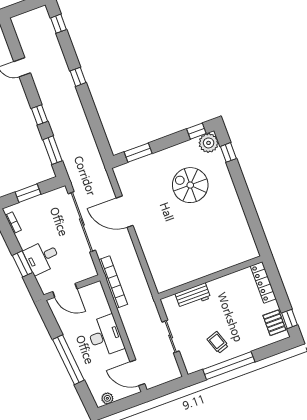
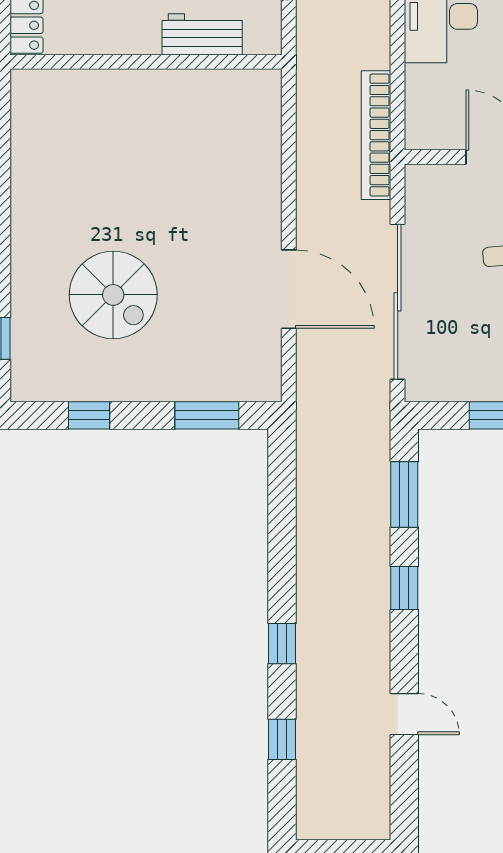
window: (58, 24) -> (282, 739), moved
window: (196, 131) -> (89, 415), moved
plant: (209, 143) -> (34, 377), removed

